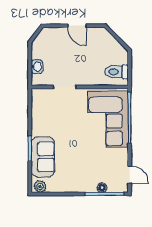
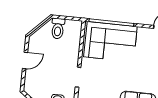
toilet: (117, 72) -> (58, 29), moved

